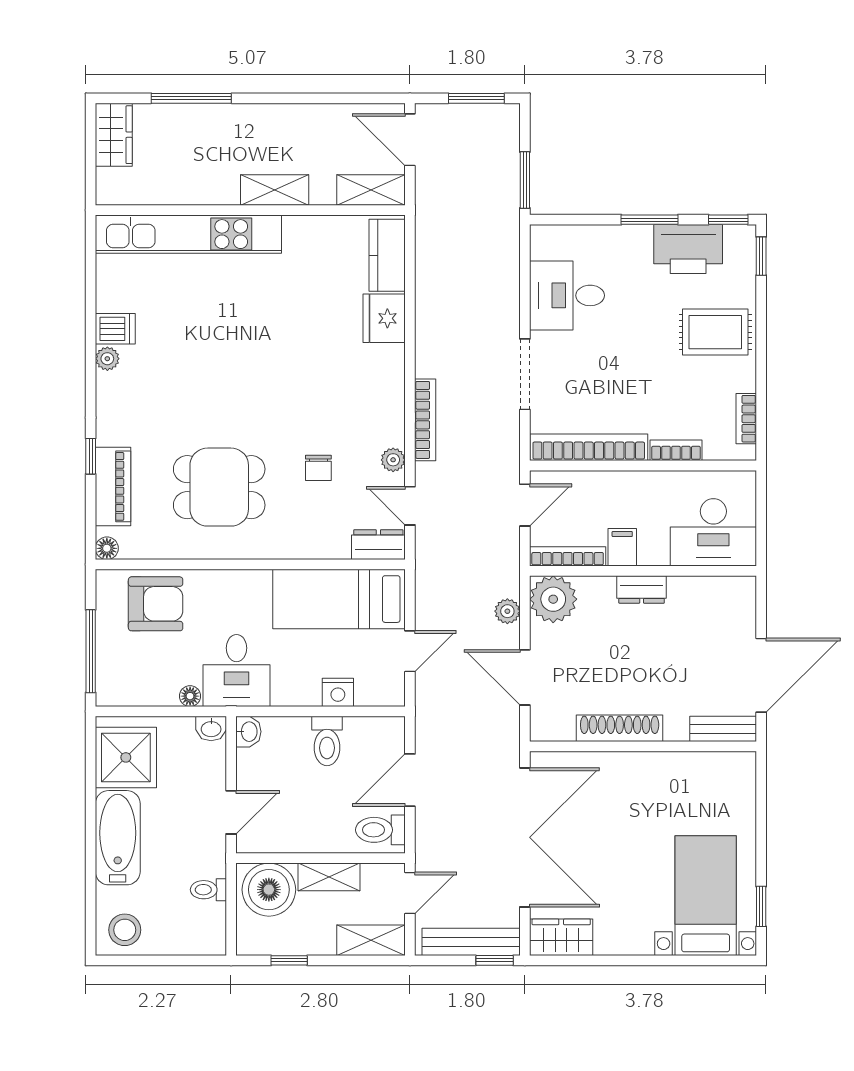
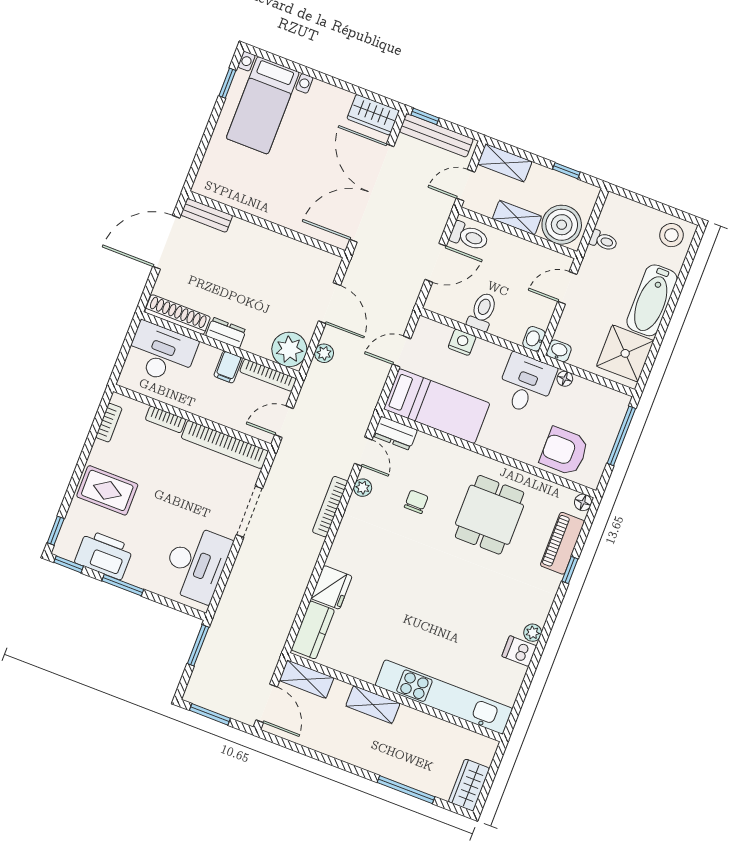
desk: (567, 295) -> (196, 564), width x1.37
dining table: (219, 487) -> (490, 515), turned 90
shoe rack: (620, 728) -> (177, 315), moved, turned 180

